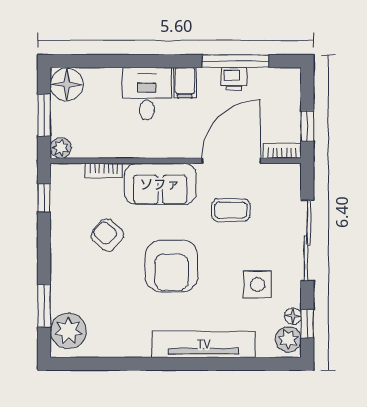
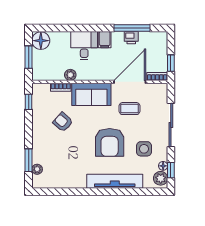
plant: (61, 148) -> (70, 75), moved
armchair: (172, 266) -> (110, 142), moved
plant: (68, 331) -> (37, 169), width x0.53, depth x0.53

